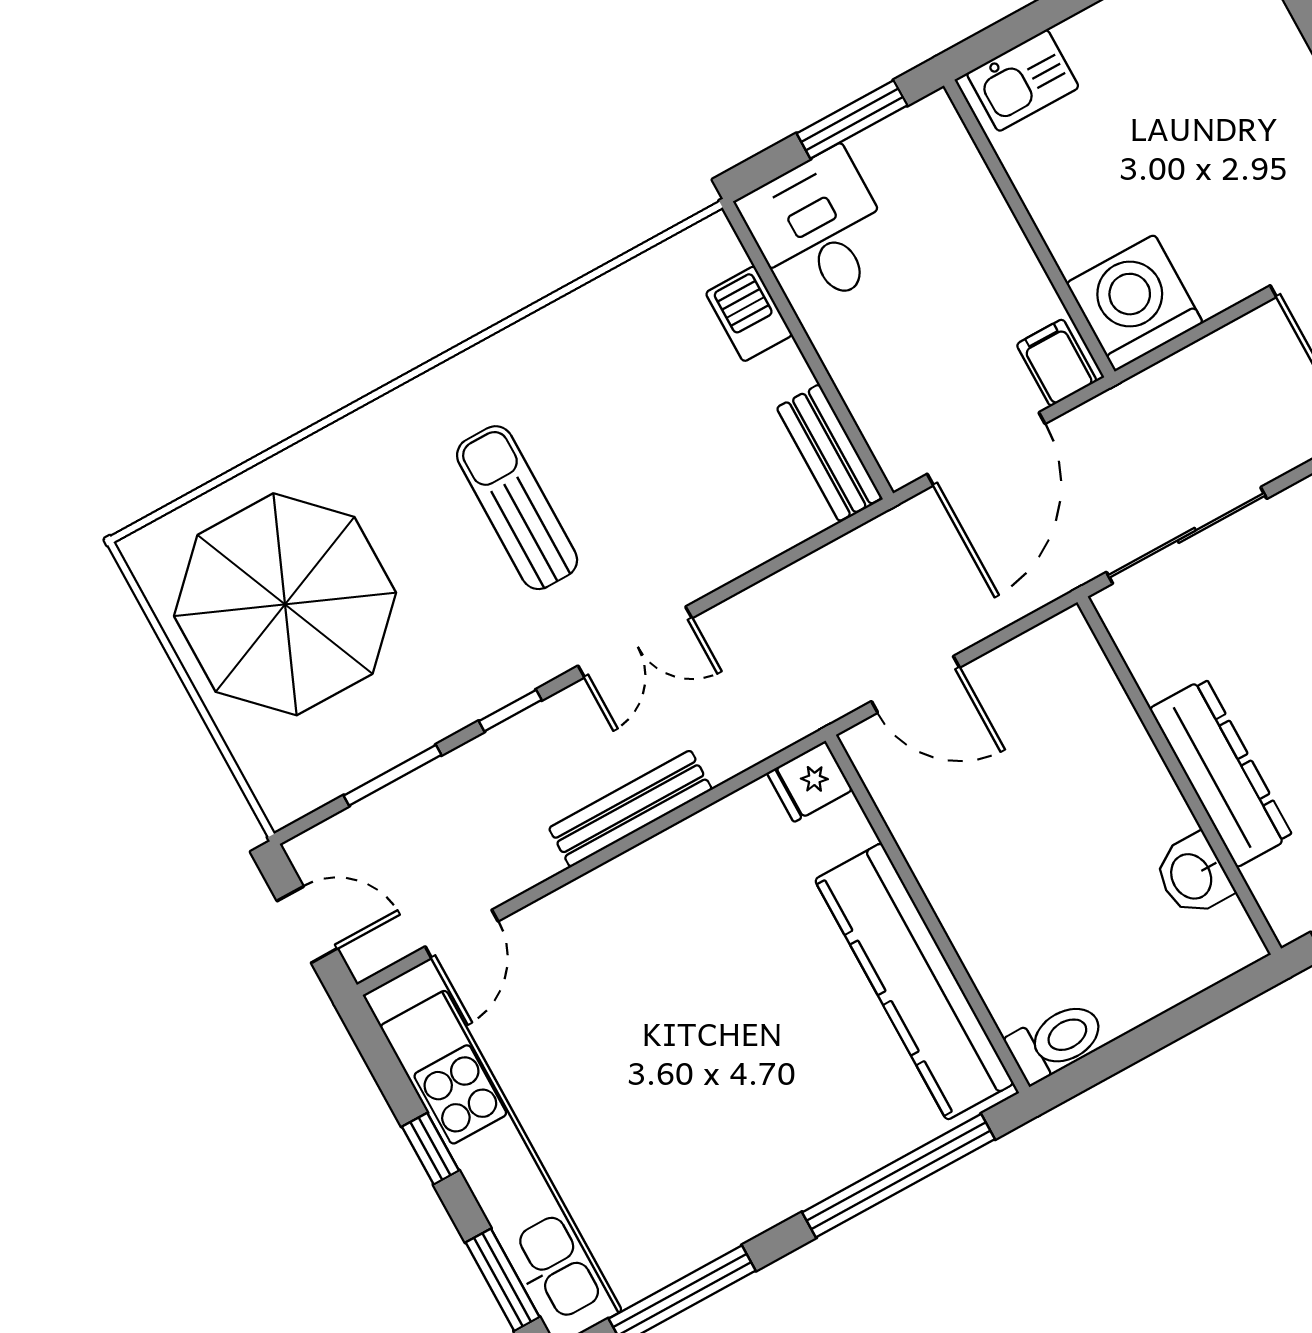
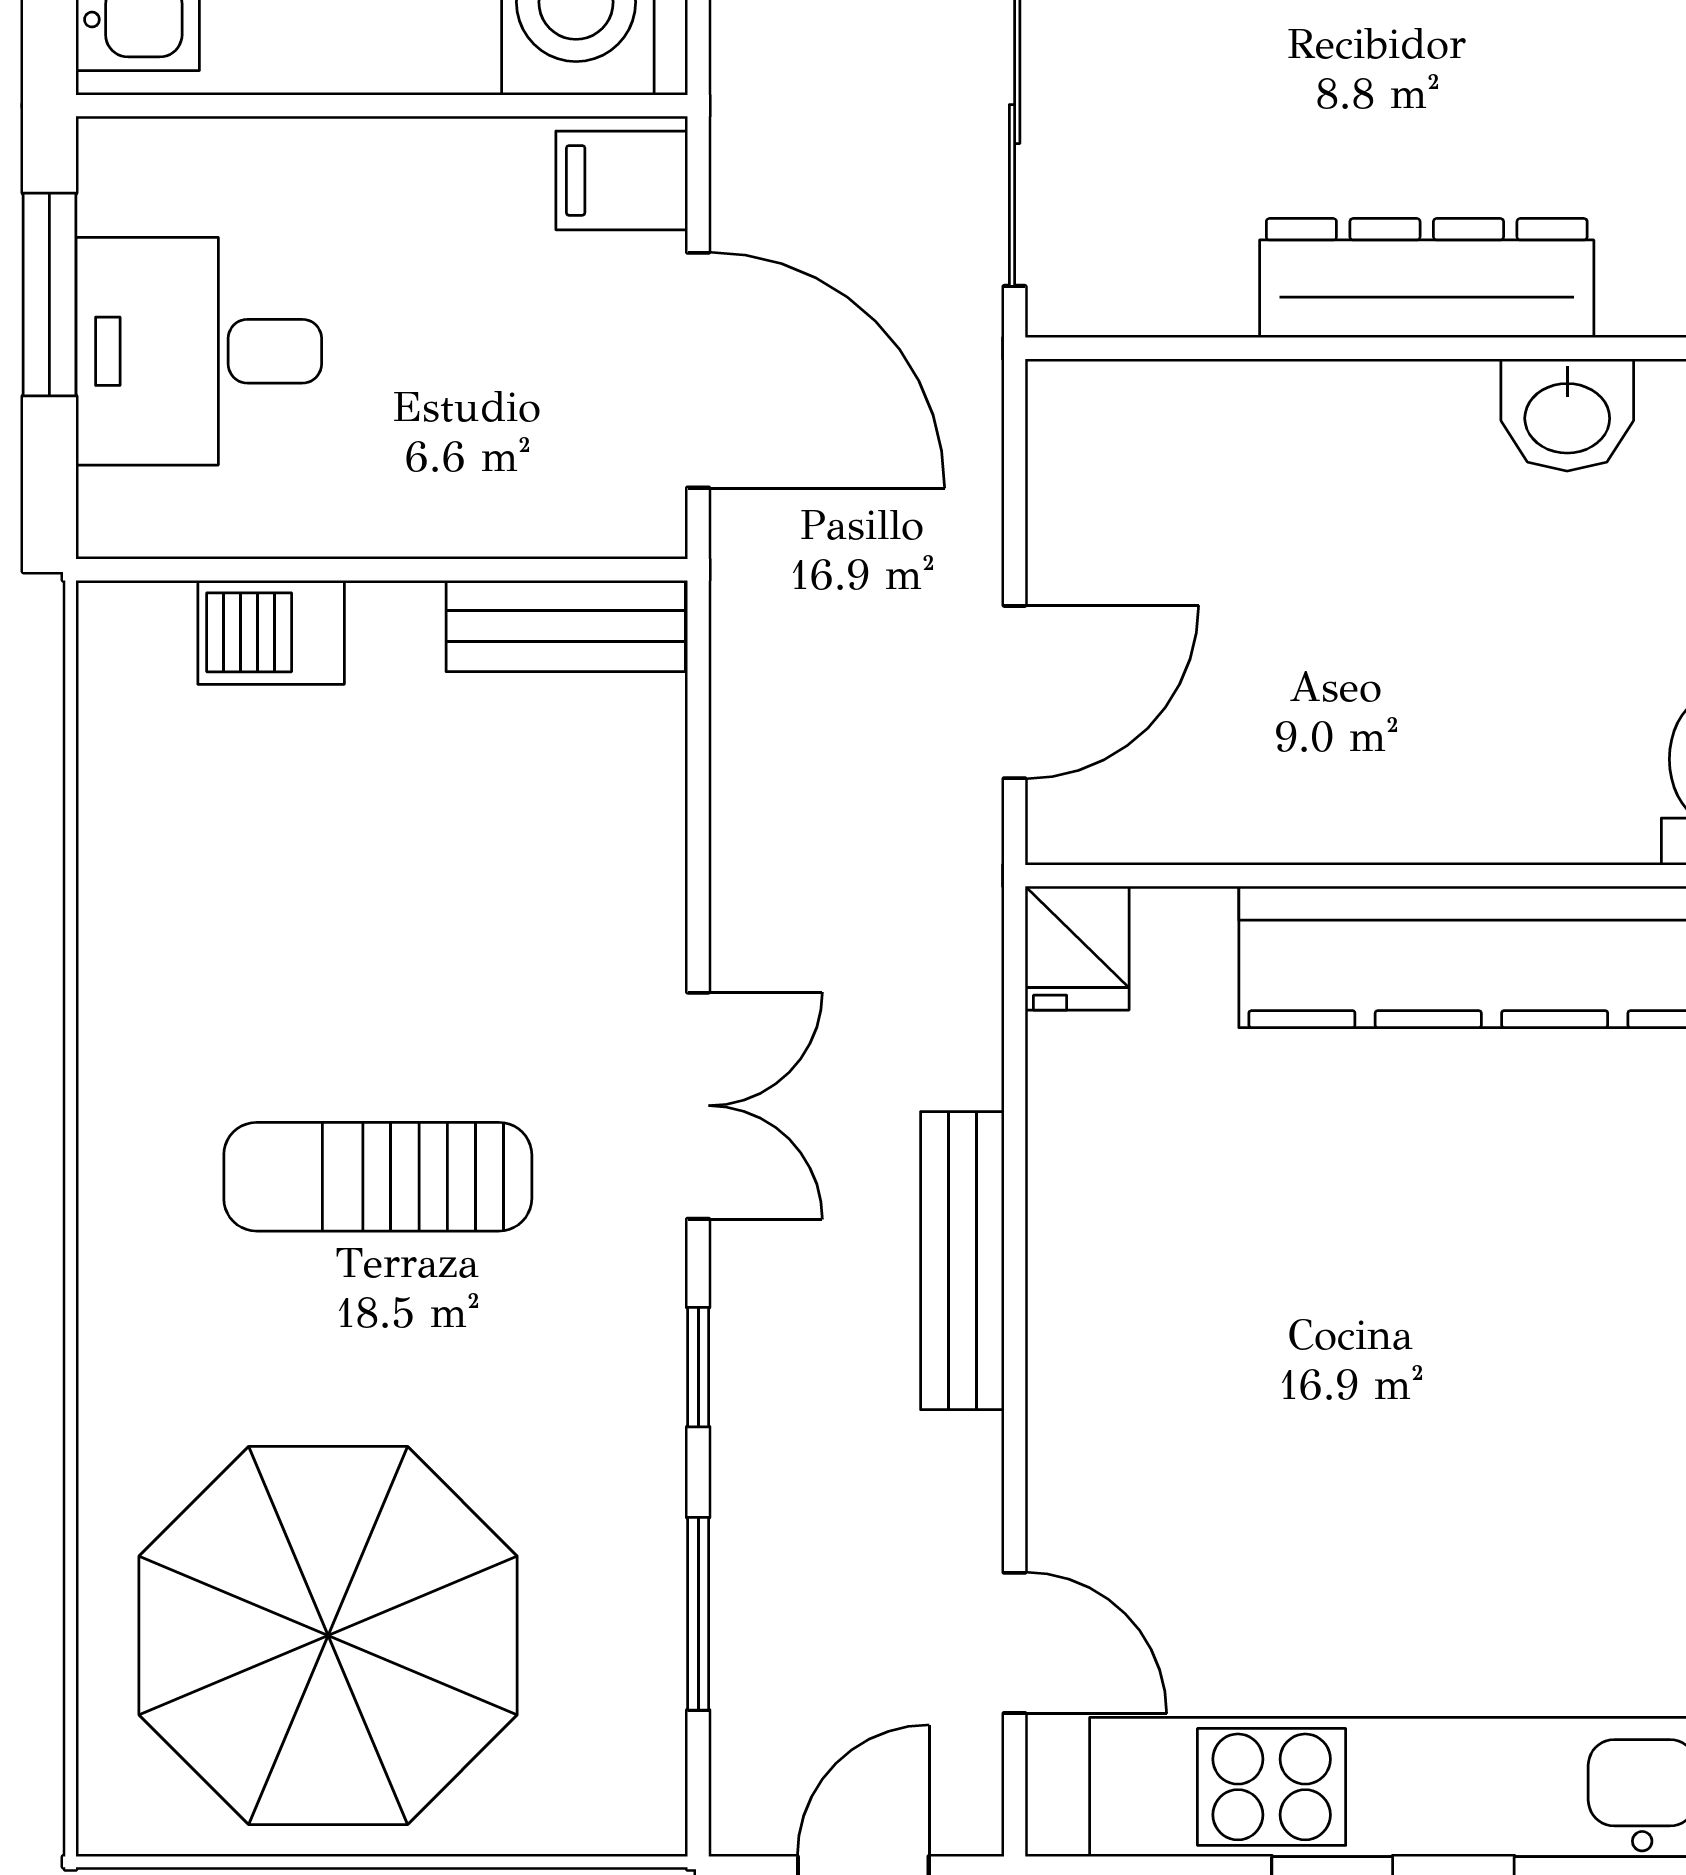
desk: (819, 230) -> (199, 351), moved

